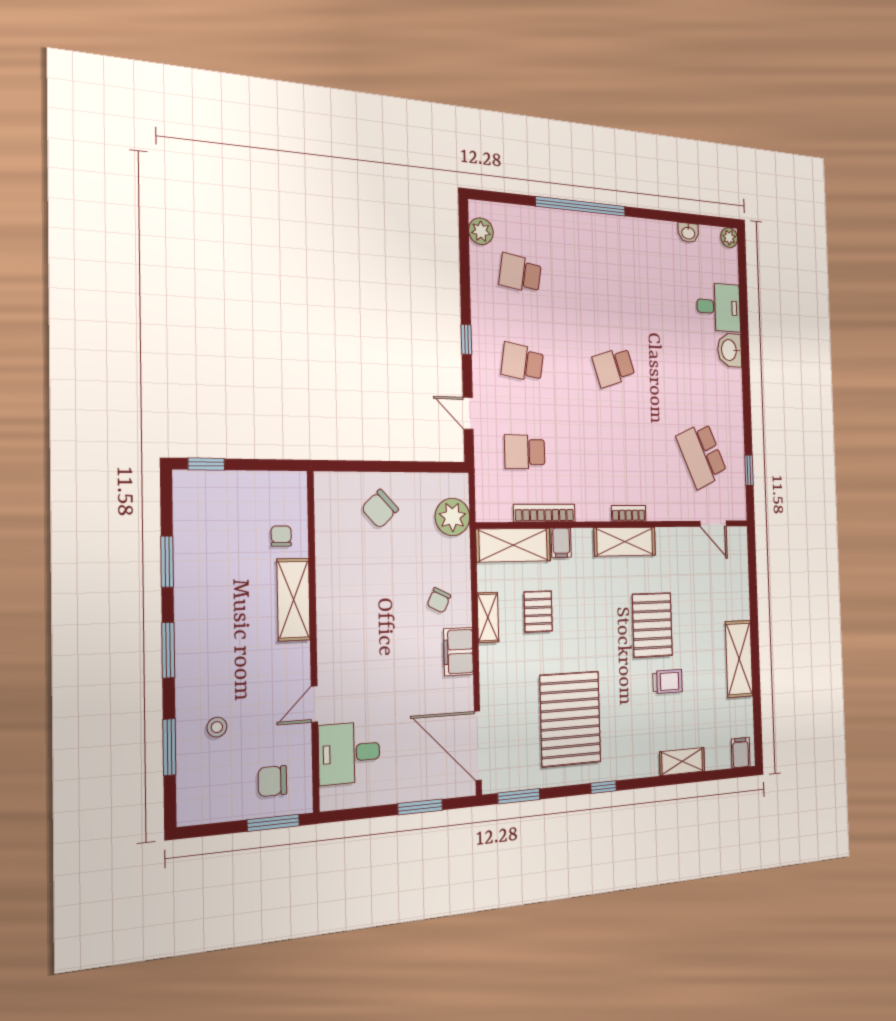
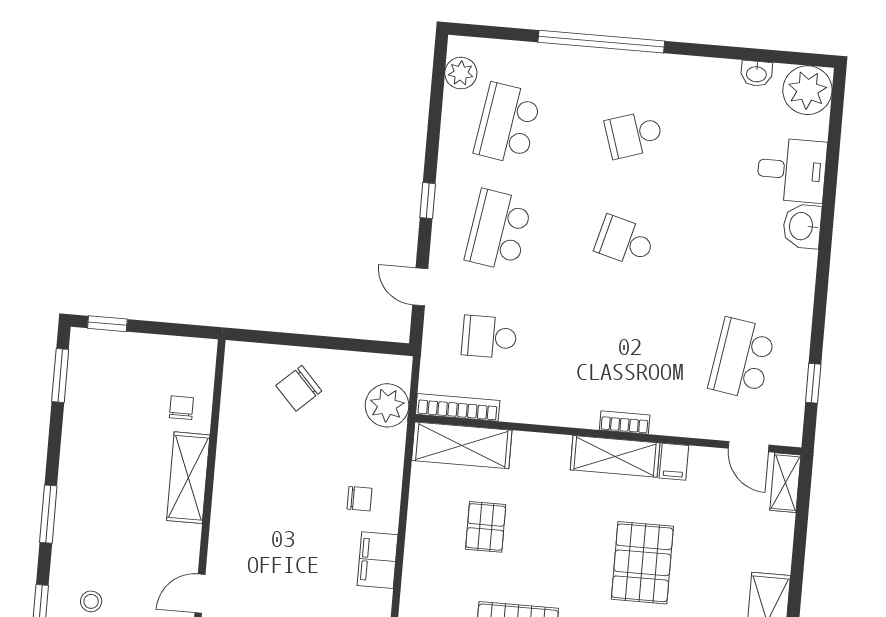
plant: (729, 238) -> (807, 90), width x1.88, depth x1.88
school desk: (520, 273) -> (508, 124), width x1.85
school desk: (611, 281) -> (634, 134), added
school desk: (522, 362) -> (498, 230), width x1.85
school desk: (614, 367) -> (625, 241), turned 33
school desk: (702, 455) -> (742, 359), turned 33
bookcase: (545, 513) -> (458, 407), moved
filing cabinet: (561, 543) -> (674, 462), moved
window: (167, 562) -> (60, 375), moved
chair: (439, 600) -> (360, 499), turned -116
shelving: (488, 617) -> (785, 483), moved

